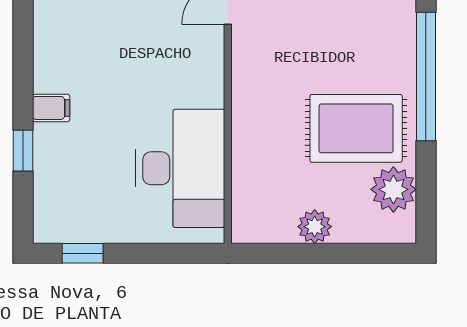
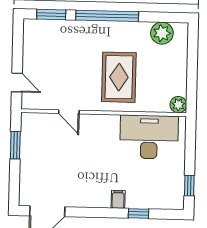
rug: (356, 128) -> (119, 77), moved
plant: (315, 227) -> (178, 105), moved

